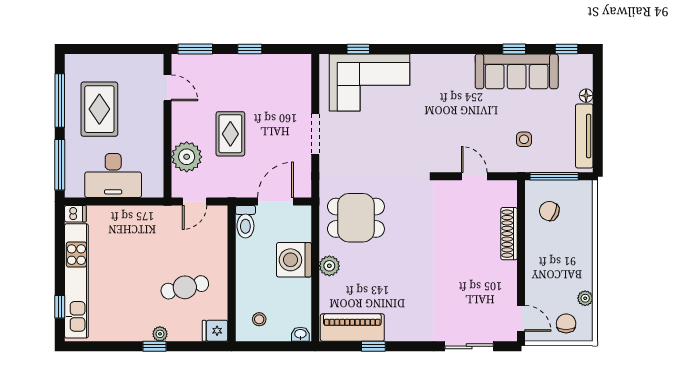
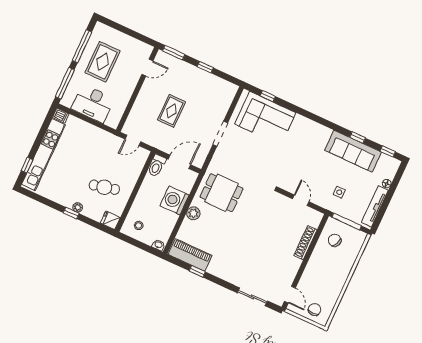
door: (168, 88) -> (147, 68), hinge flipped
plant: (187, 157) -> (140, 112), removed
plant: (585, 298) -> (332, 300), removed

